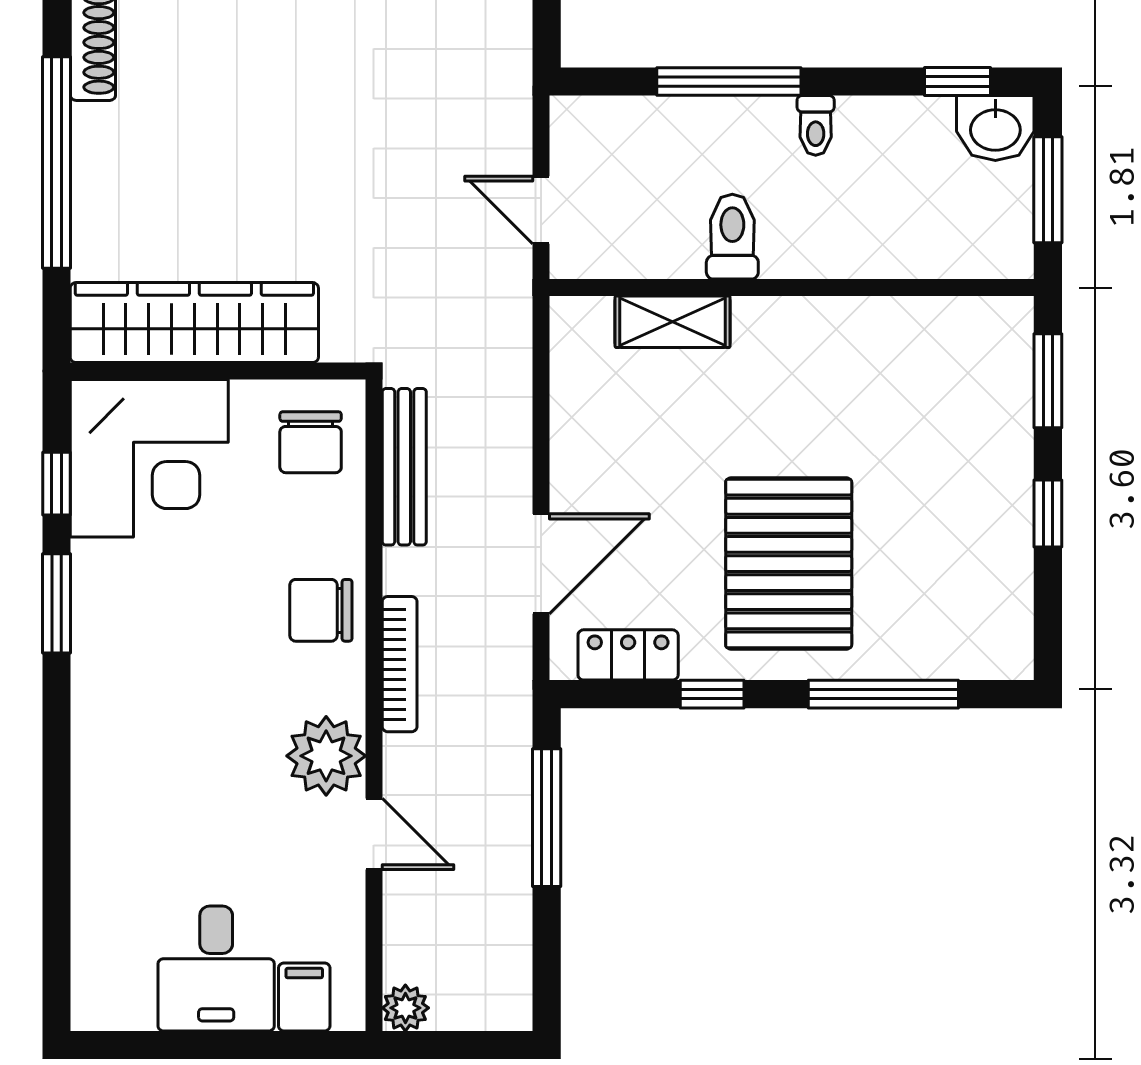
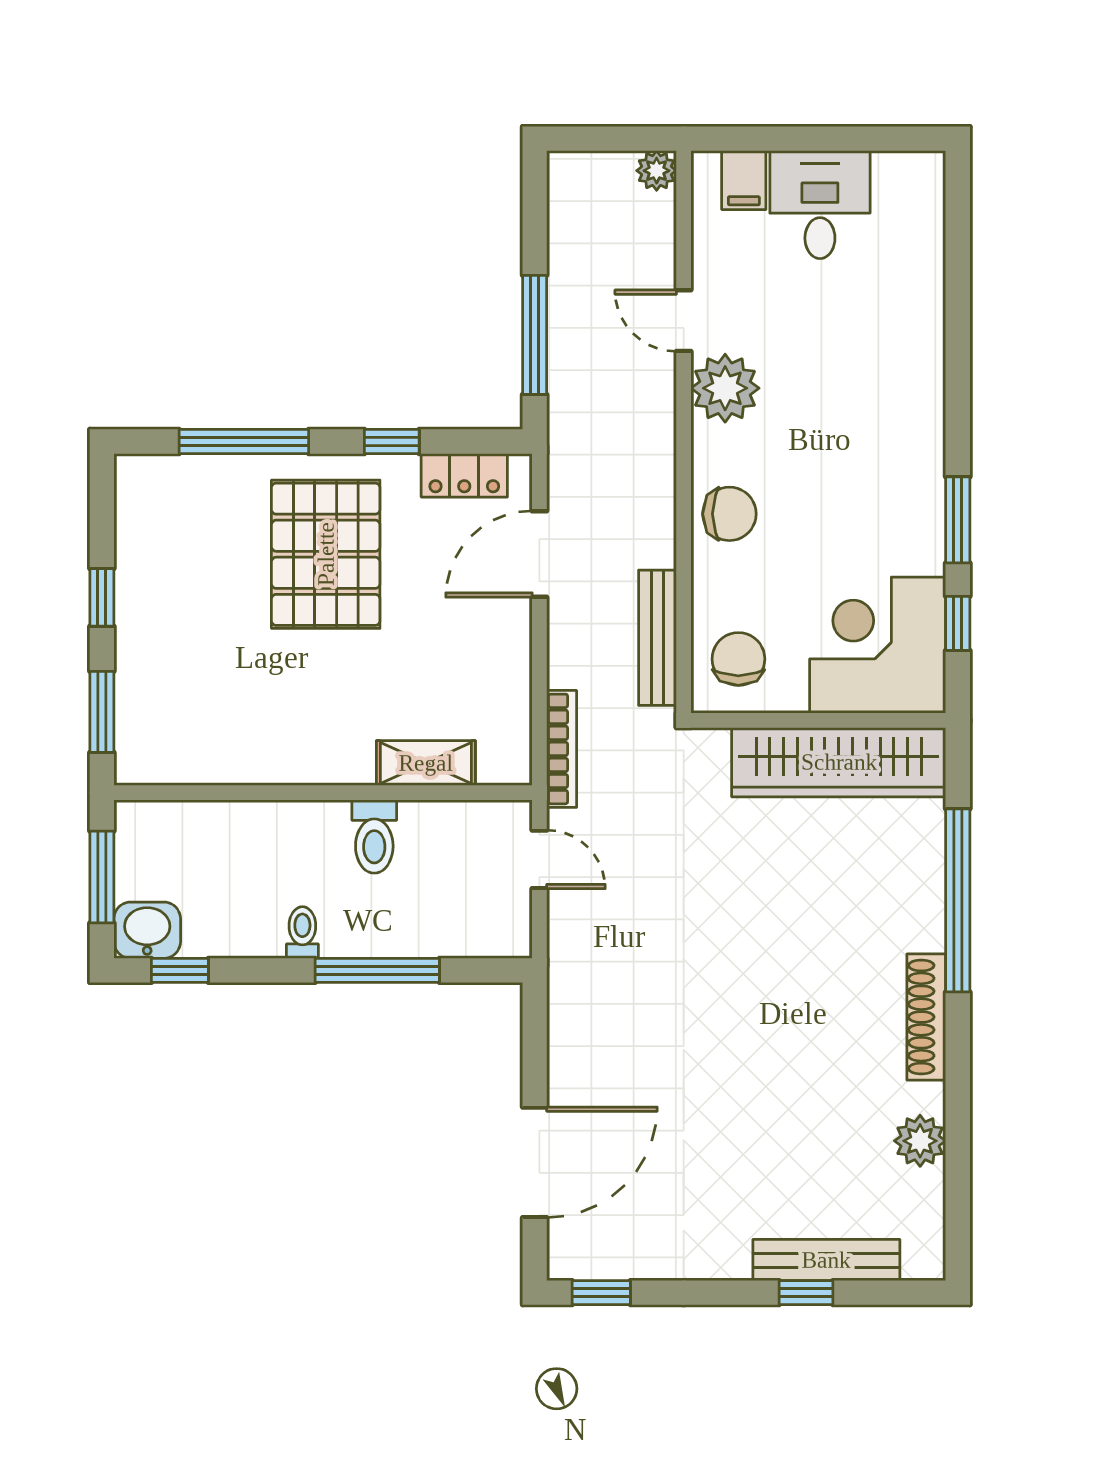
bookcase: (400, 664) -> (562, 749), moved, turned 180

